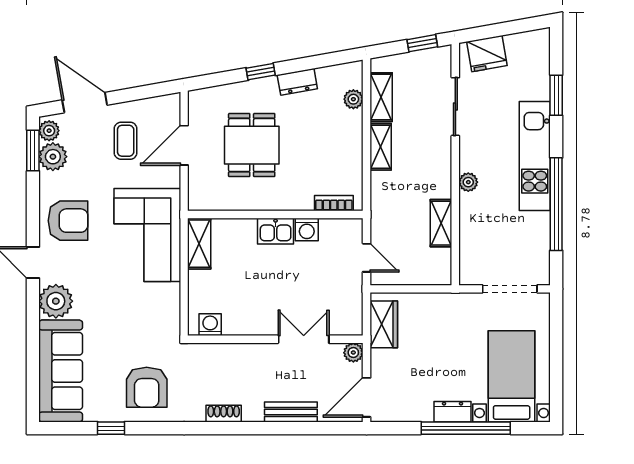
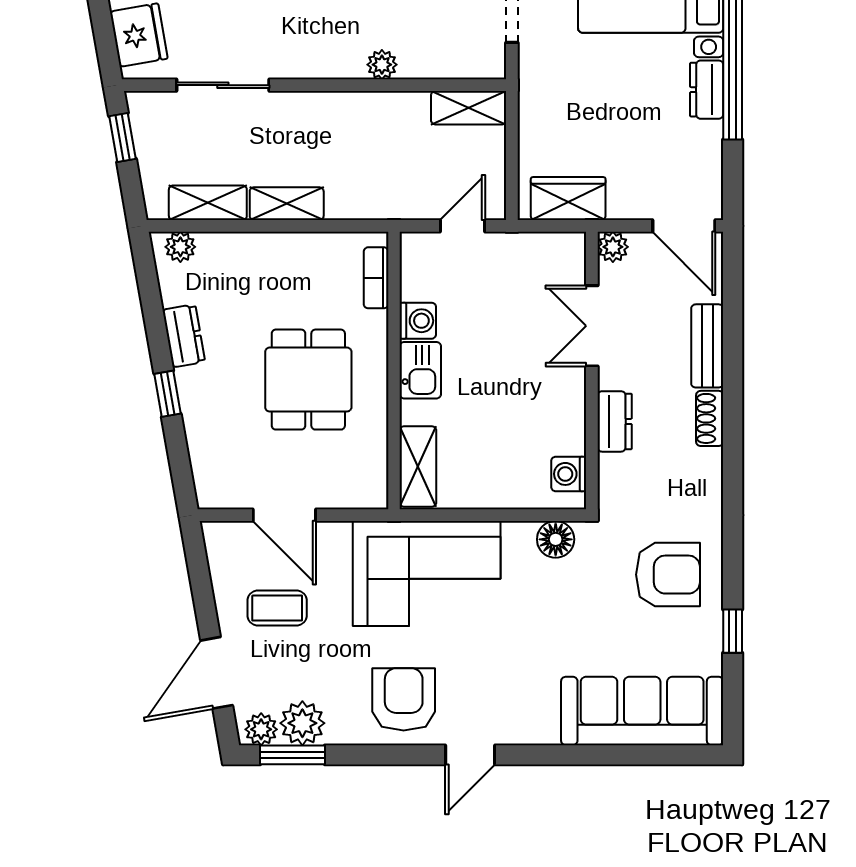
plant: (353, 99) -> (180, 247), moved
dining table: (252, 145) -> (308, 380), moved, turned 90
plant: (468, 182) -> (382, 65), moved
shelving: (441, 223) -> (469, 108), moved
shelving: (199, 244) -> (418, 466), moved, turned 90
plant: (56, 301) -> (531, 719), removed
floor lamp: (169, 316) -> (556, 539), added
dresser: (243, 354) -> (615, 421), added
shoe rack: (224, 414) -> (710, 418), moved

